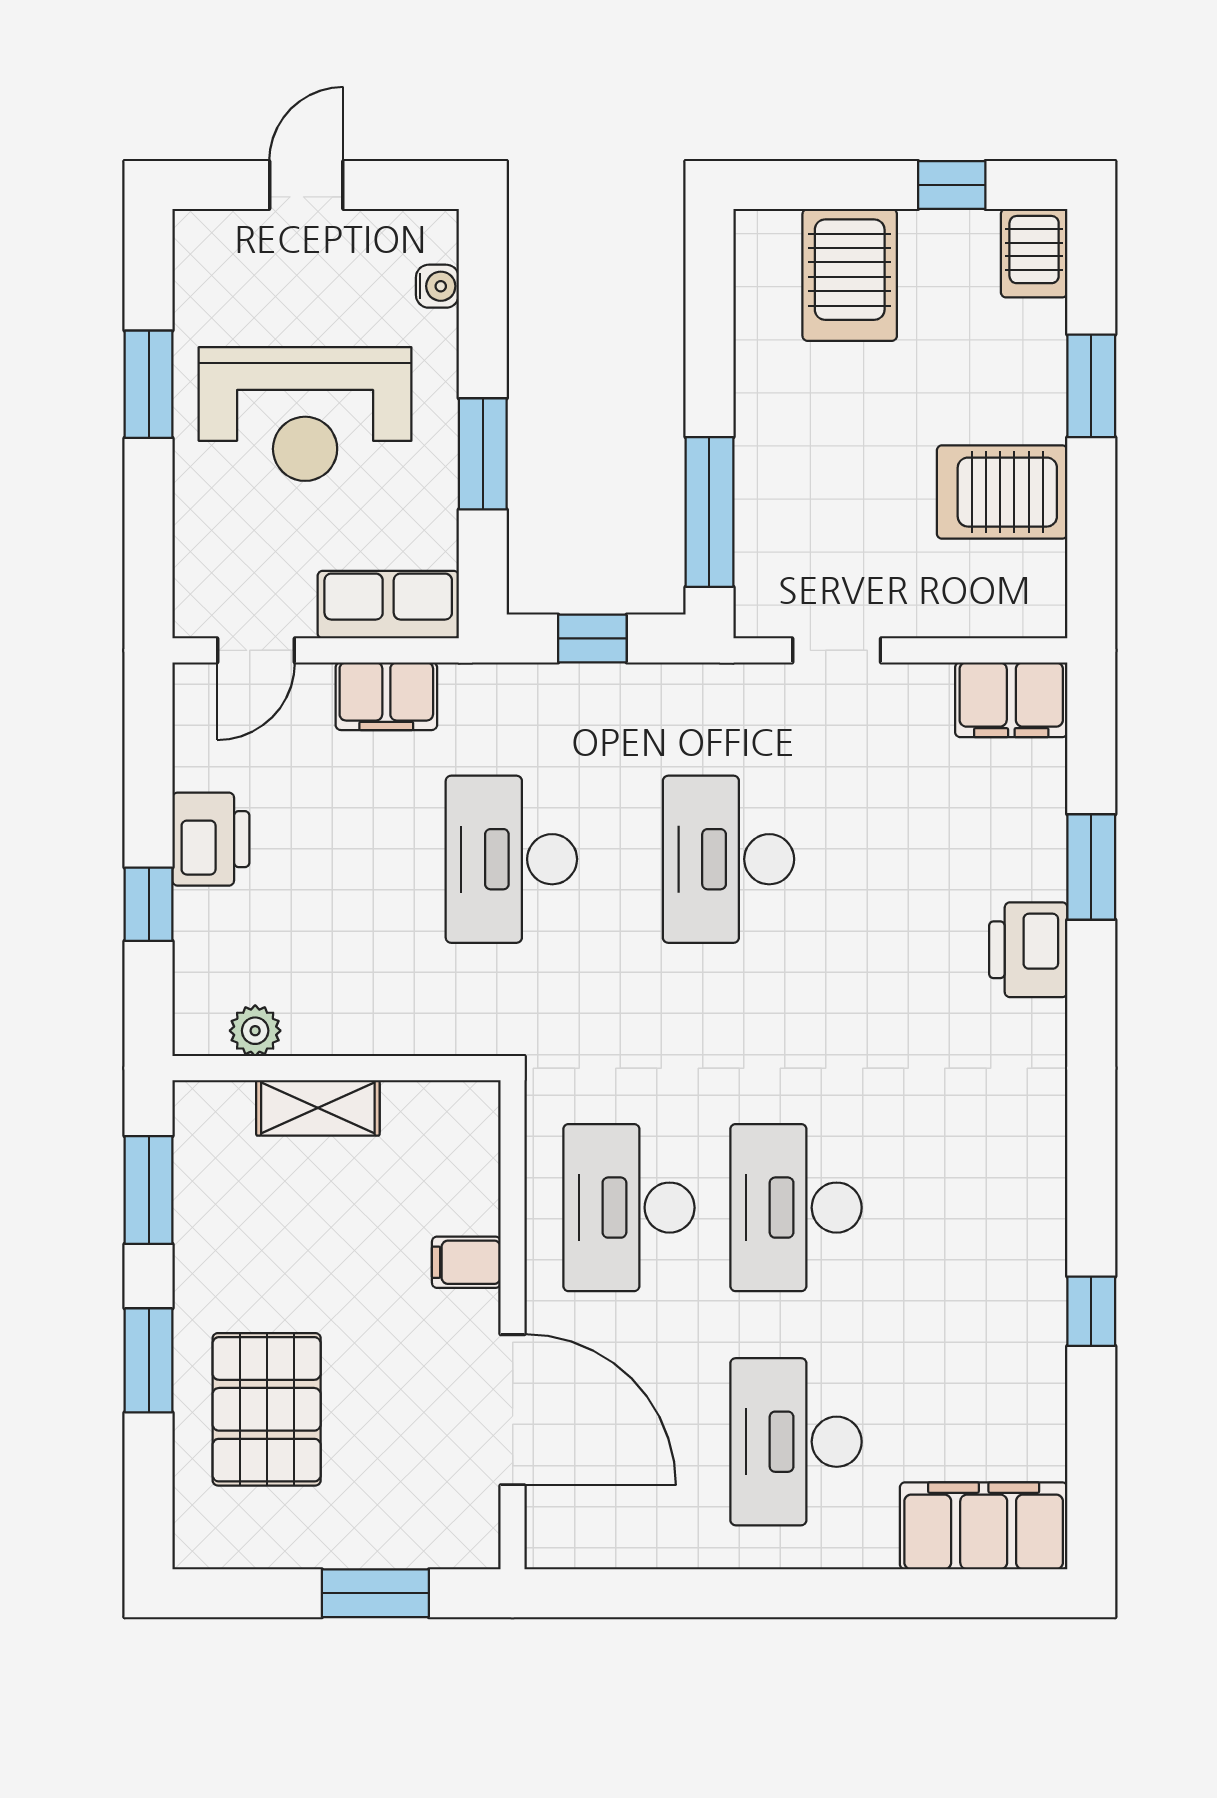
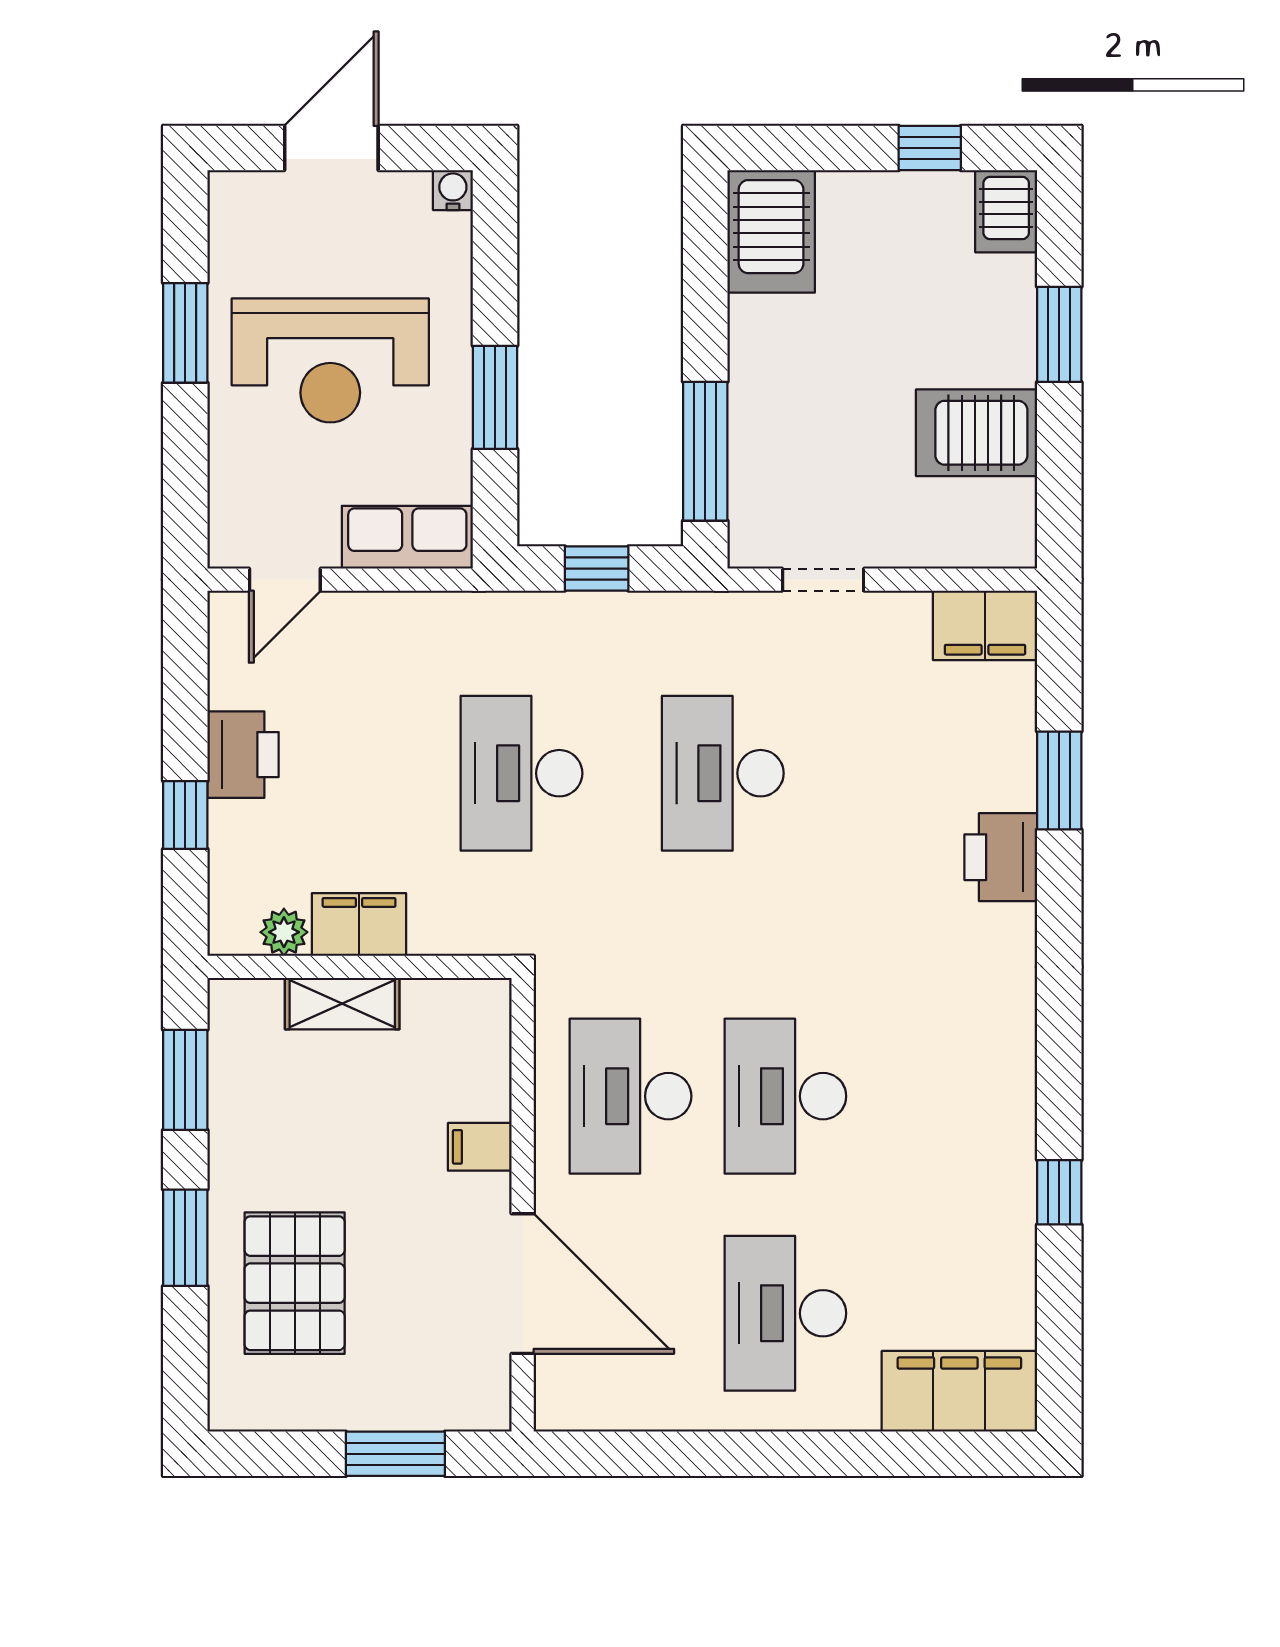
door: (306, 185) -> (331, 148), width x1.38
server rack: (850, 275) -> (771, 231), moved
water cooler: (437, 286) -> (453, 190), moved, turned -90
filing cabinet: (386, 696) -> (359, 924), moved, turned 180

